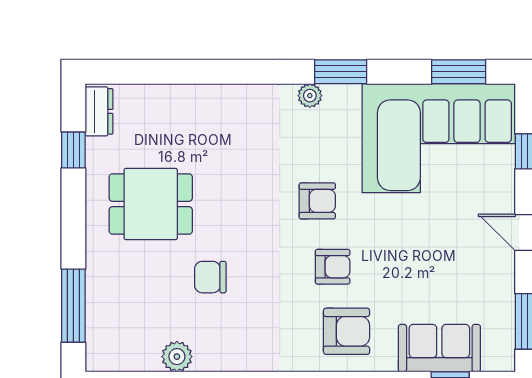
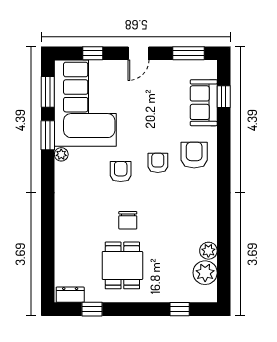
window: (341, 72) -> (48, 135), moved
plant: (310, 96) -> (61, 154), moved
chair: (210, 277) -> (128, 220), moved
window: (73, 306) -> (180, 309), width x0.46
plant: (138, 351) -> (205, 273), added

